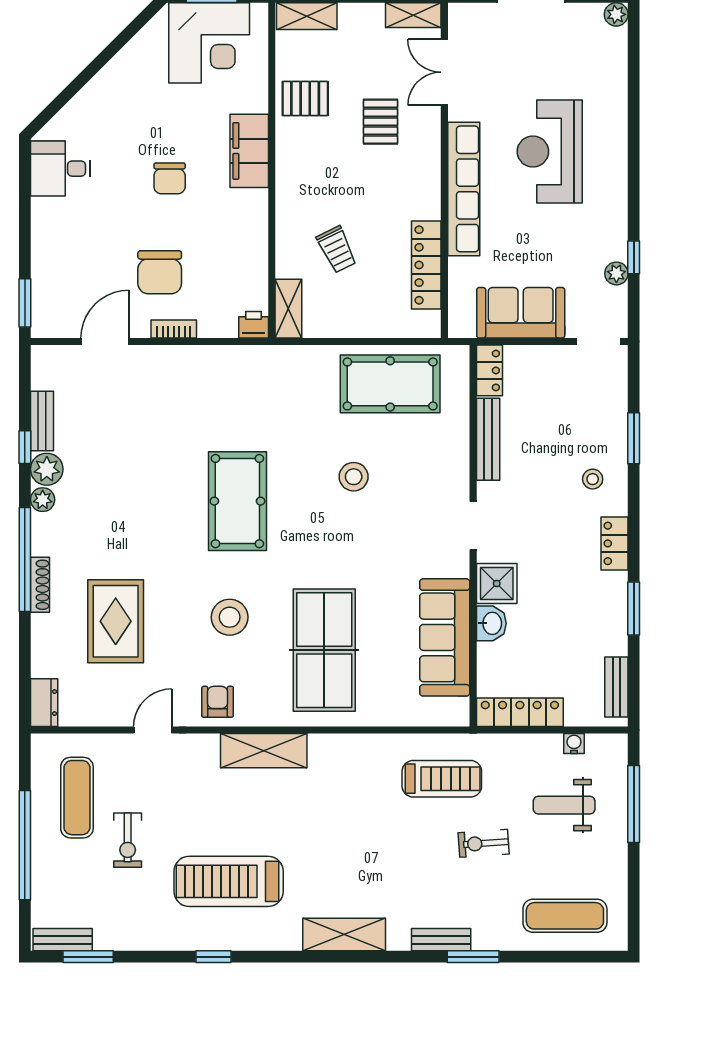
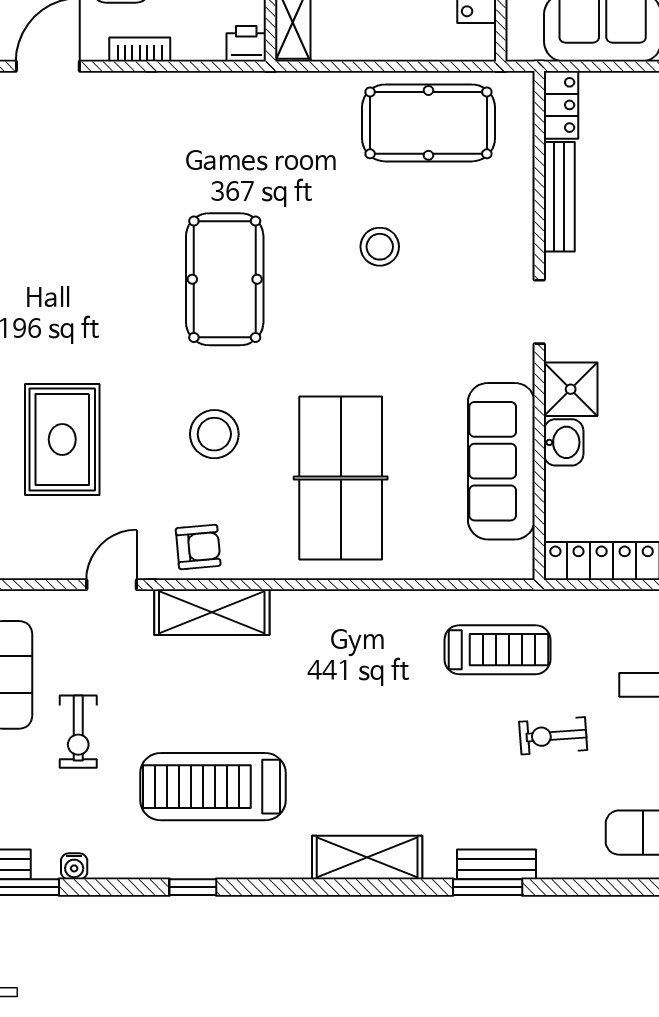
armchair: (218, 702) -> (198, 547), turned 85
shelving: (264, 751) -> (212, 612), moved
water cooler: (125, 941) -> (74, 866), added
window: (473, 957) -> (488, 887), moved

